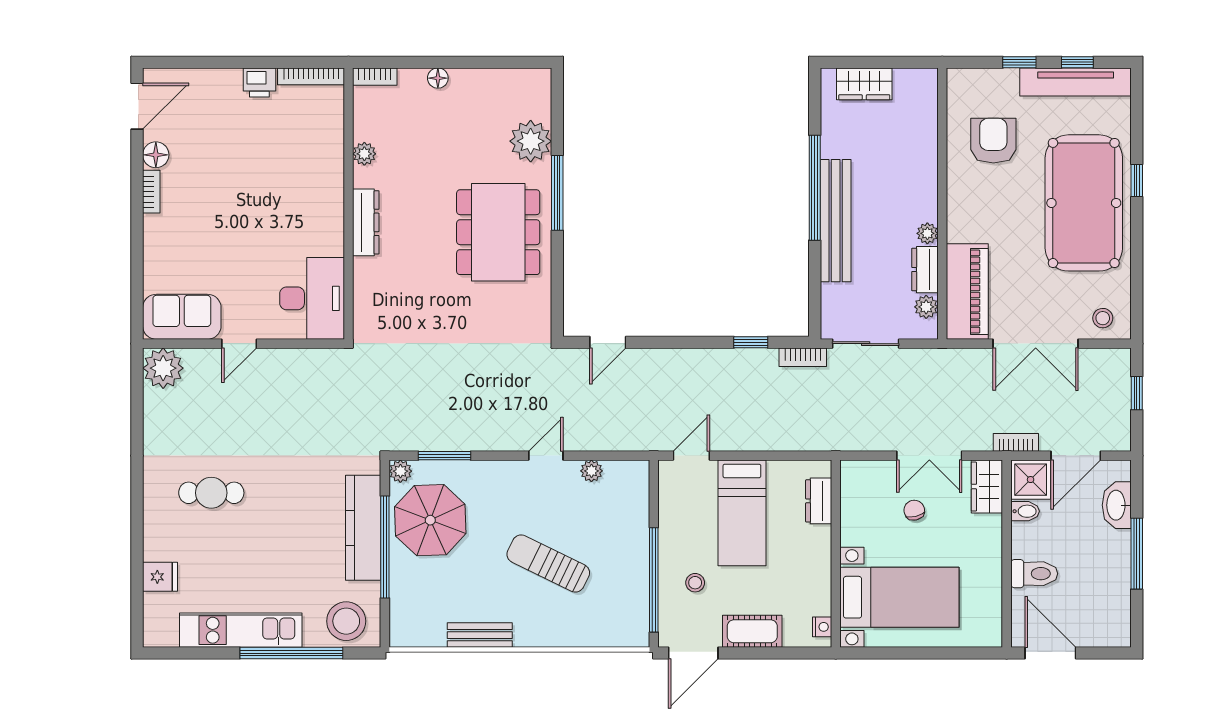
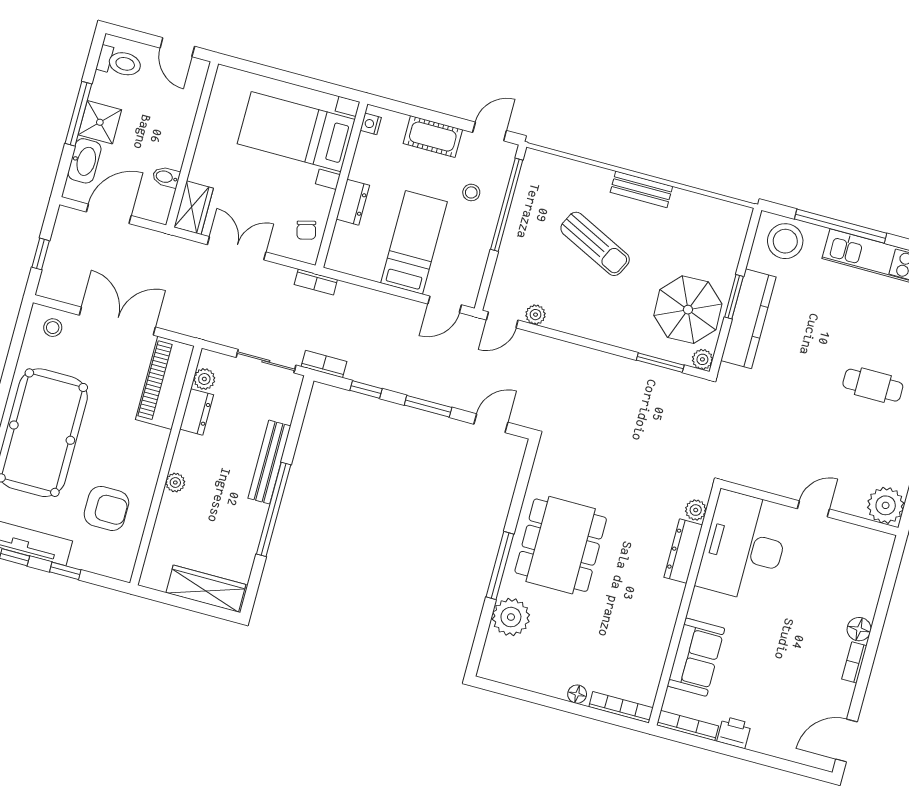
bookcase: (375, 77) -> (621, 707), width x1.56
wardrobe: (864, 84) -> (206, 589), width x1.50
armchair: (993, 141) -> (106, 508), turned -90
plant: (364, 154) -> (696, 510), moved
floor lamp: (156, 155) -> (859, 629), moved
bench: (836, 221) -> (269, 462), width x0.73, depth x0.82
dresser: (366, 222) -> (683, 551), moved
plant: (927, 233) -> (175, 483), moved
desk: (312, 298) -> (744, 547), width x1.36, depth x1.30
sofa: (182, 317) -> (696, 657), moved, turned -90
window: (680, 342) -> (428, 406), added
bookcase: (1016, 442) -> (316, 282), moved
door: (546, 456) -> (502, 320), moved
shower: (1031, 480) -> (100, 122), moved
dresser: (819, 501) -> (353, 202), moved
chair: (914, 510) -> (306, 230), moved
window: (385, 547) -> (734, 297), width x0.47
toilet: (1034, 574) -> (119, 62), moved, turned 180
bench: (480, 635) -> (641, 189), moved
door: (693, 653) -> (490, 131), width x0.73
door: (1050, 653) -> (177, 47), width x0.73

